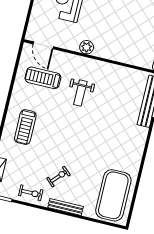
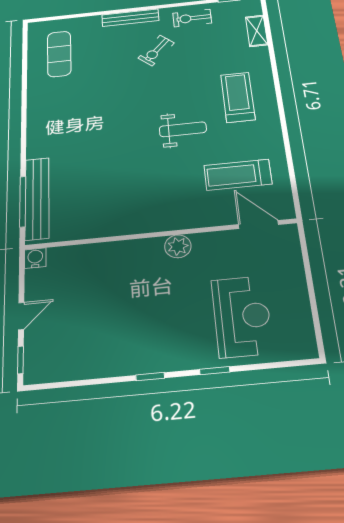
treadmill: (43, 78) -> (238, 175), turned 180
weight bench: (80, 93) -> (183, 129), moved, turned 90
exercise mat: (113, 195) -> (59, 54), width x0.50, depth x0.69

